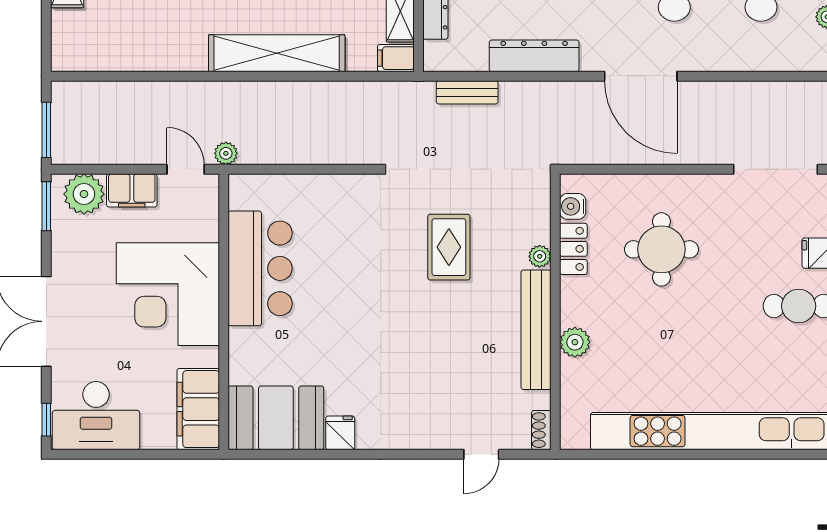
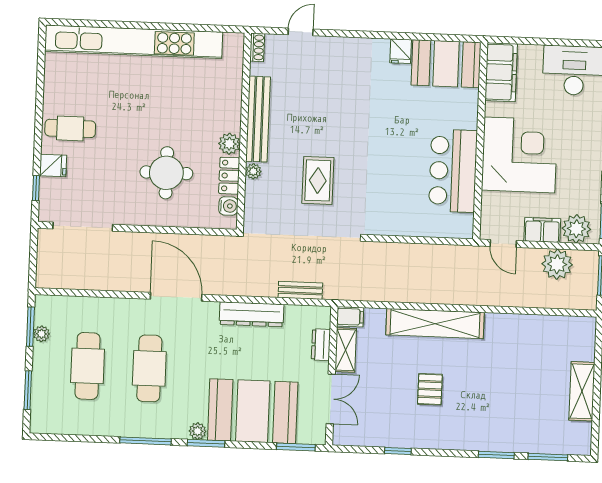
plant: (226, 153) -> (557, 264), moved, width x1.88, depth x1.88
plant: (575, 342) -> (229, 144), moved

